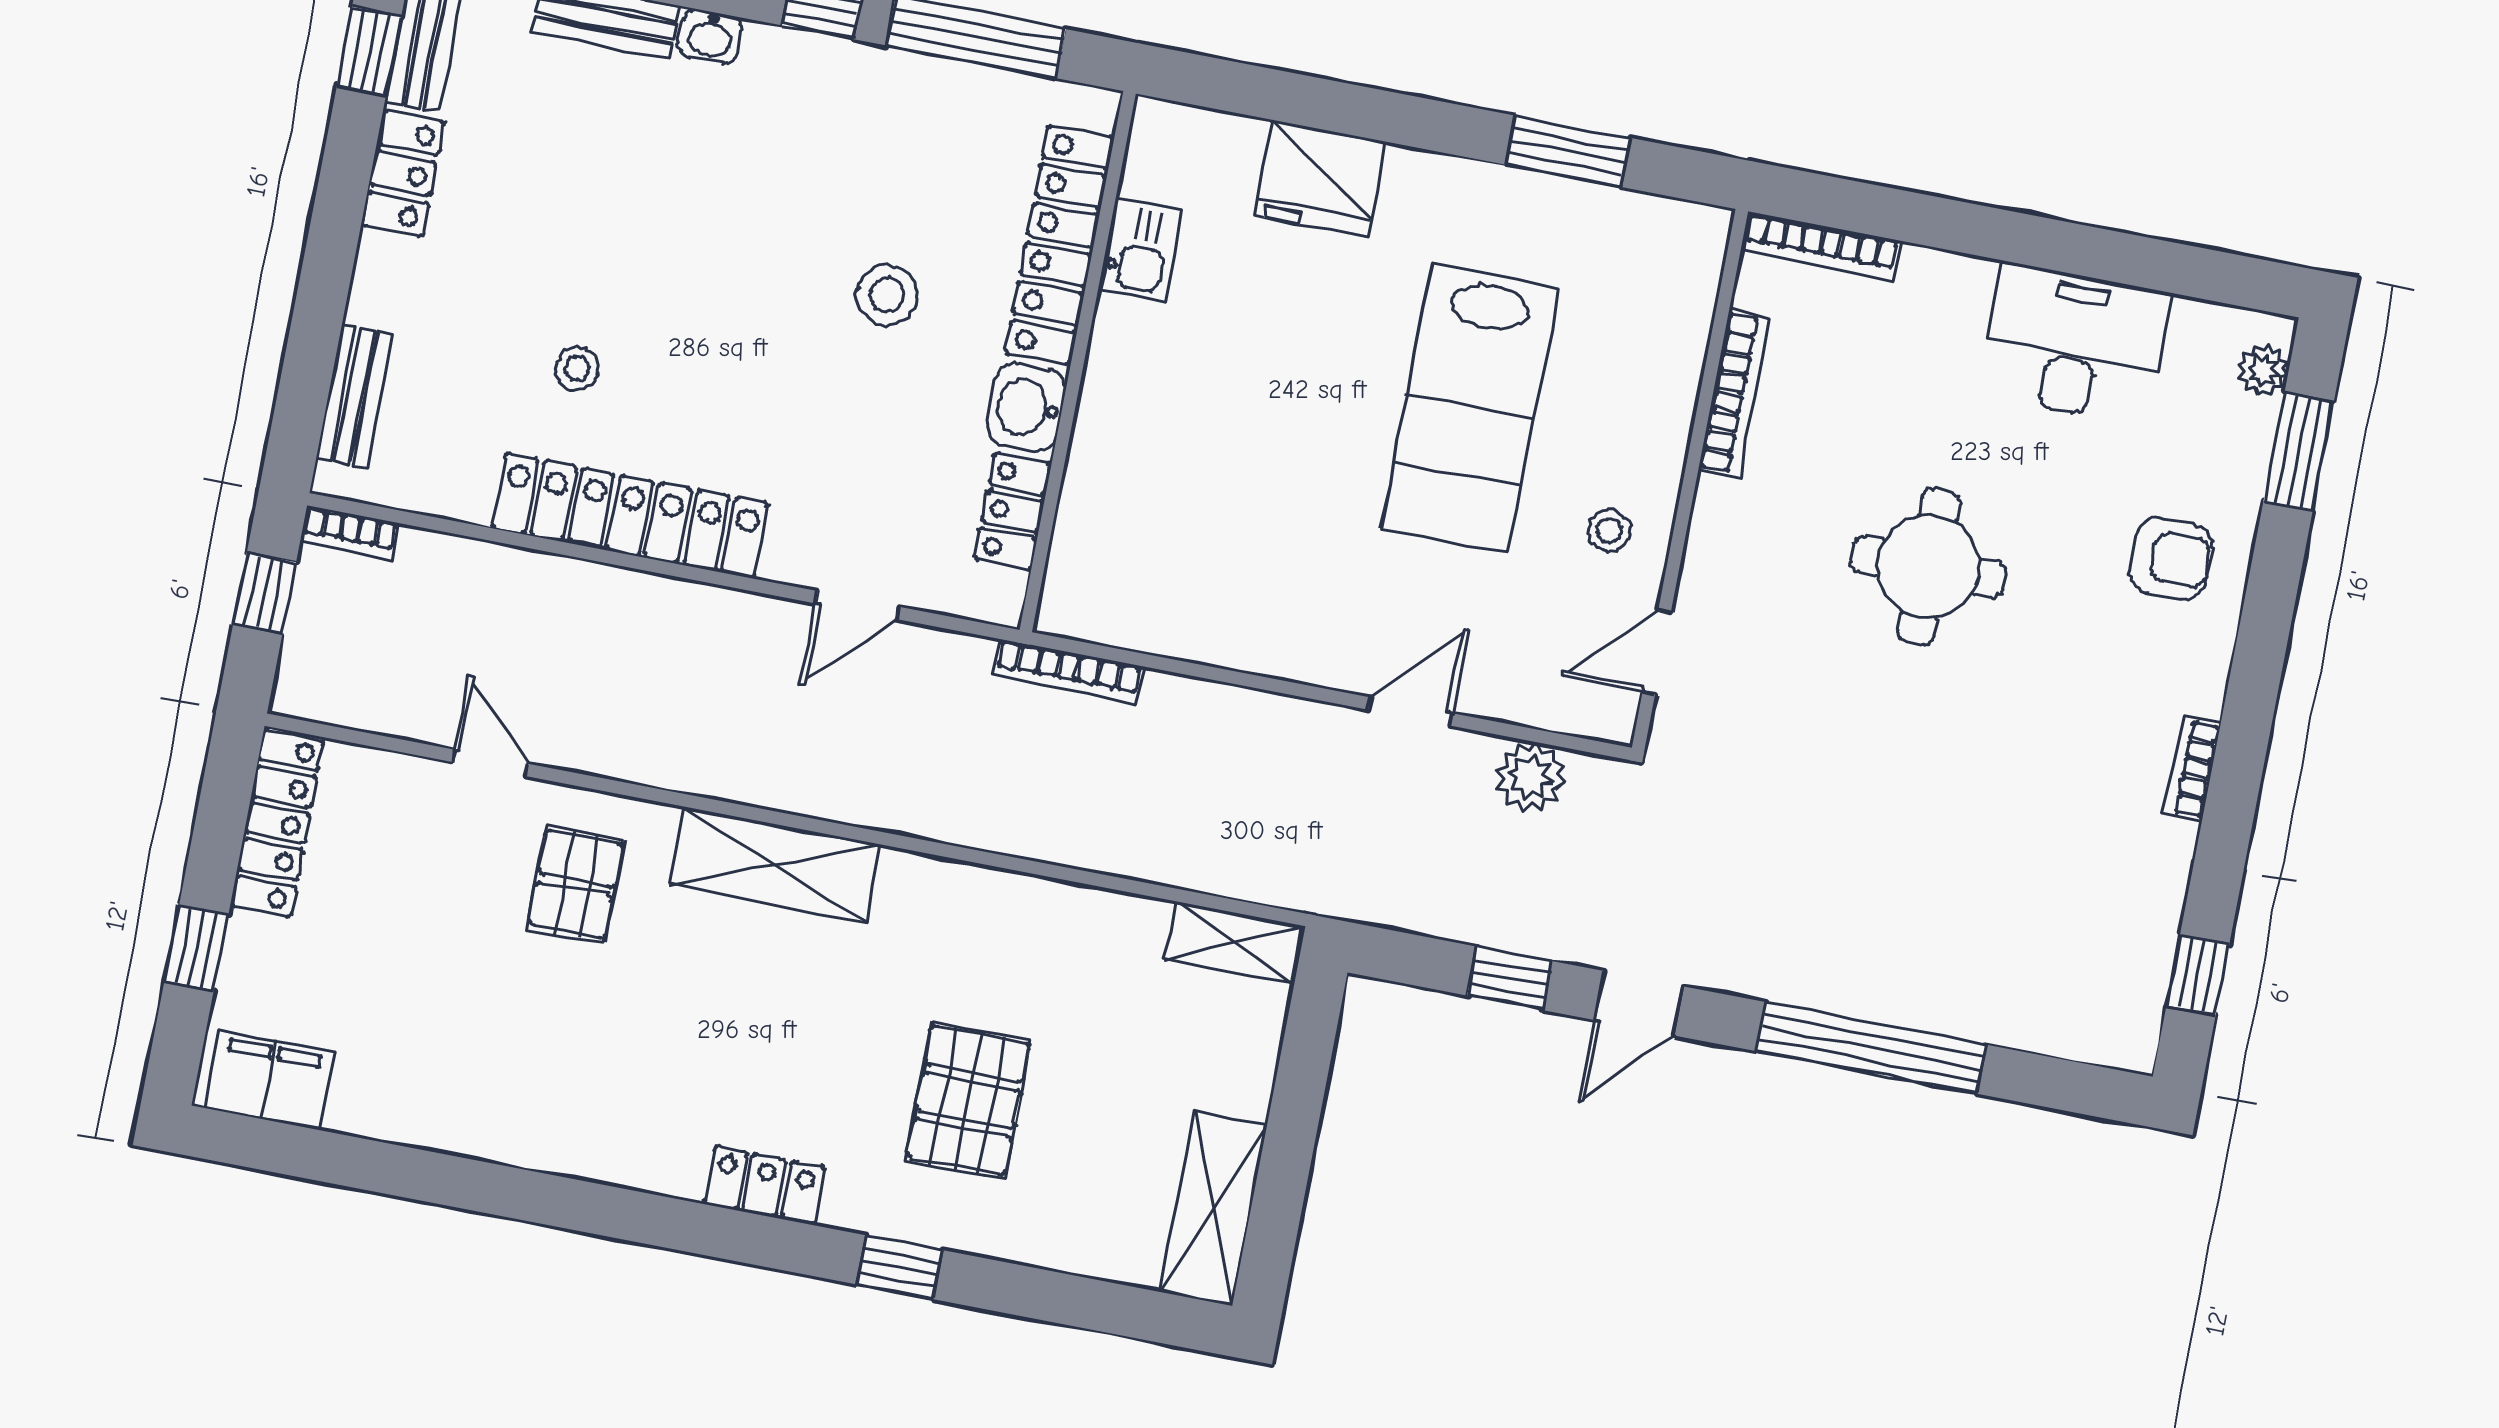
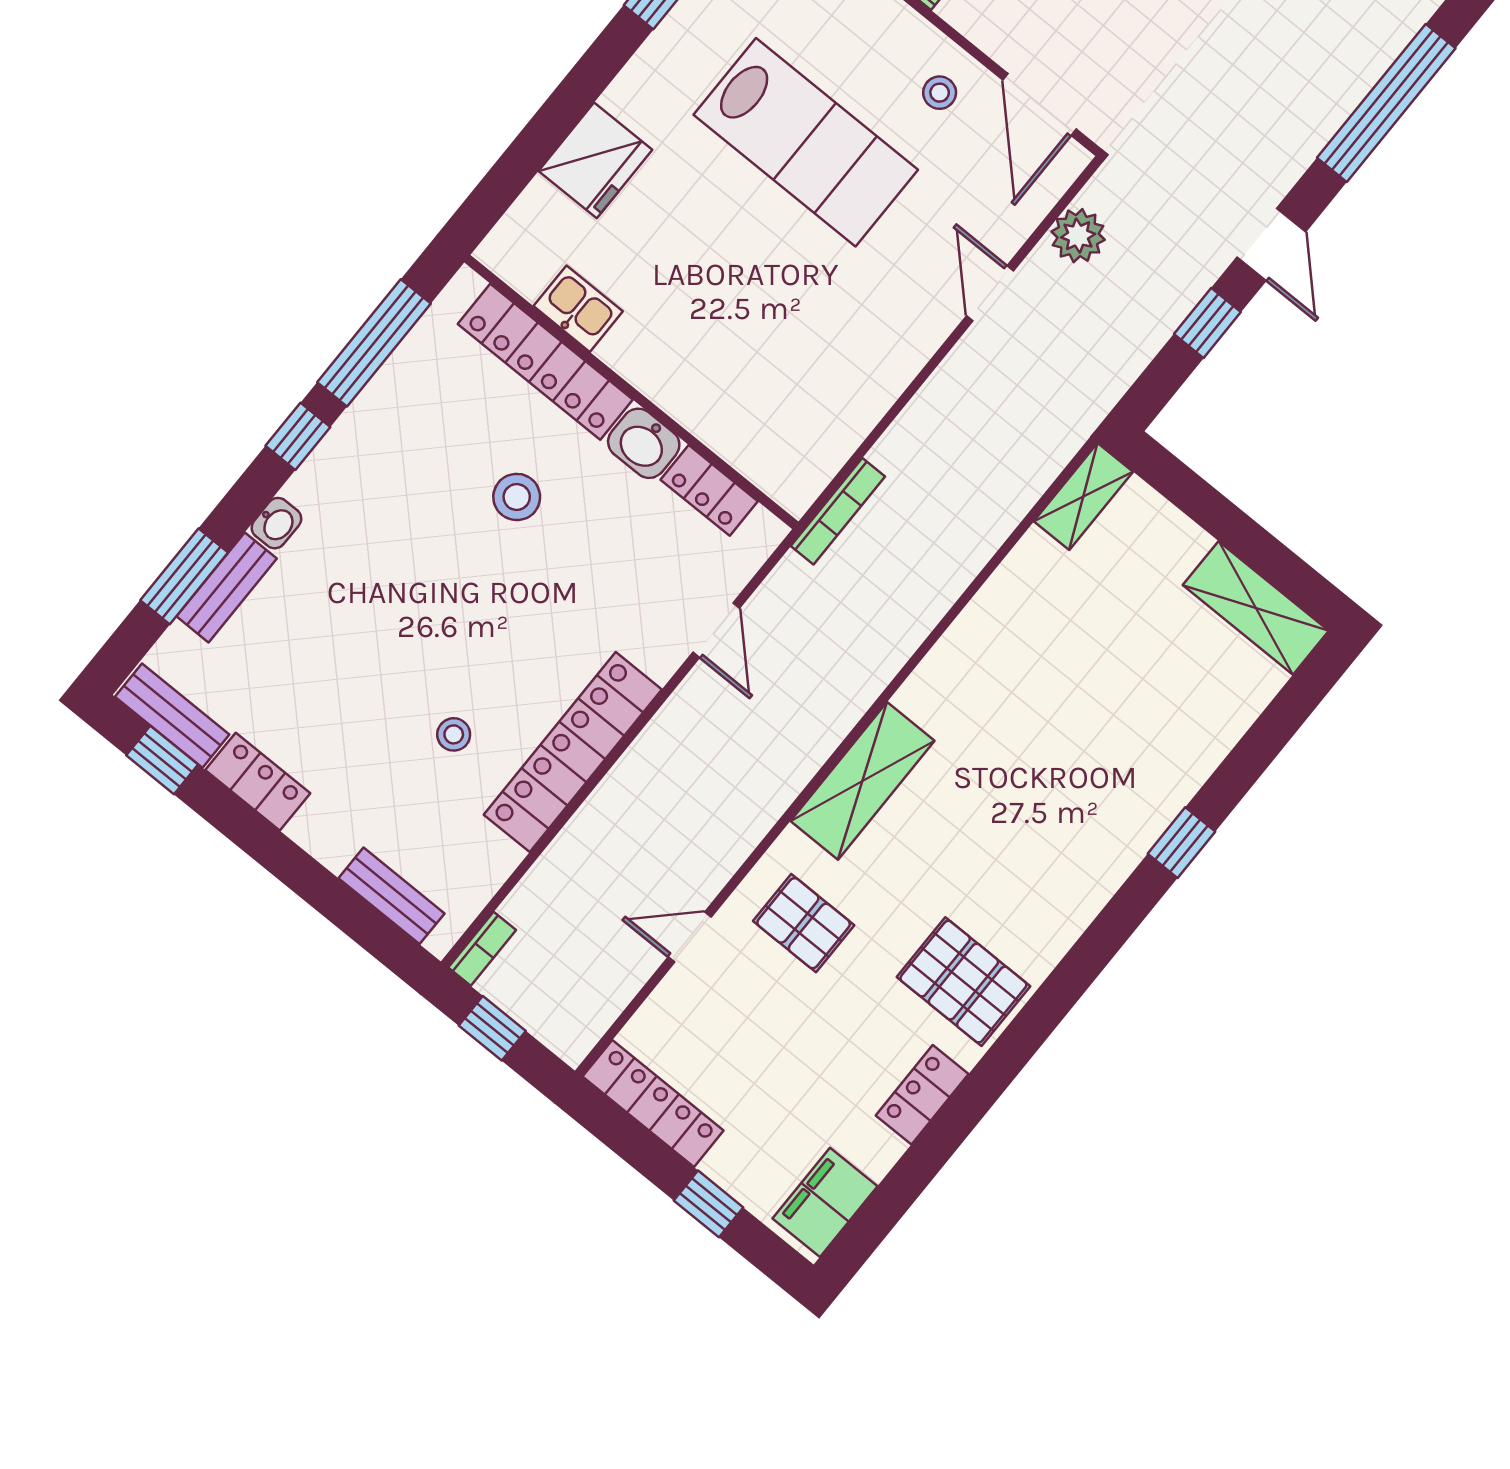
door: (1657, 652) -> (1039, 104), width x1.38
pallet: (968, 1100) -> (963, 982), moved
locker: (764, 1185) -> (922, 1095), moved

